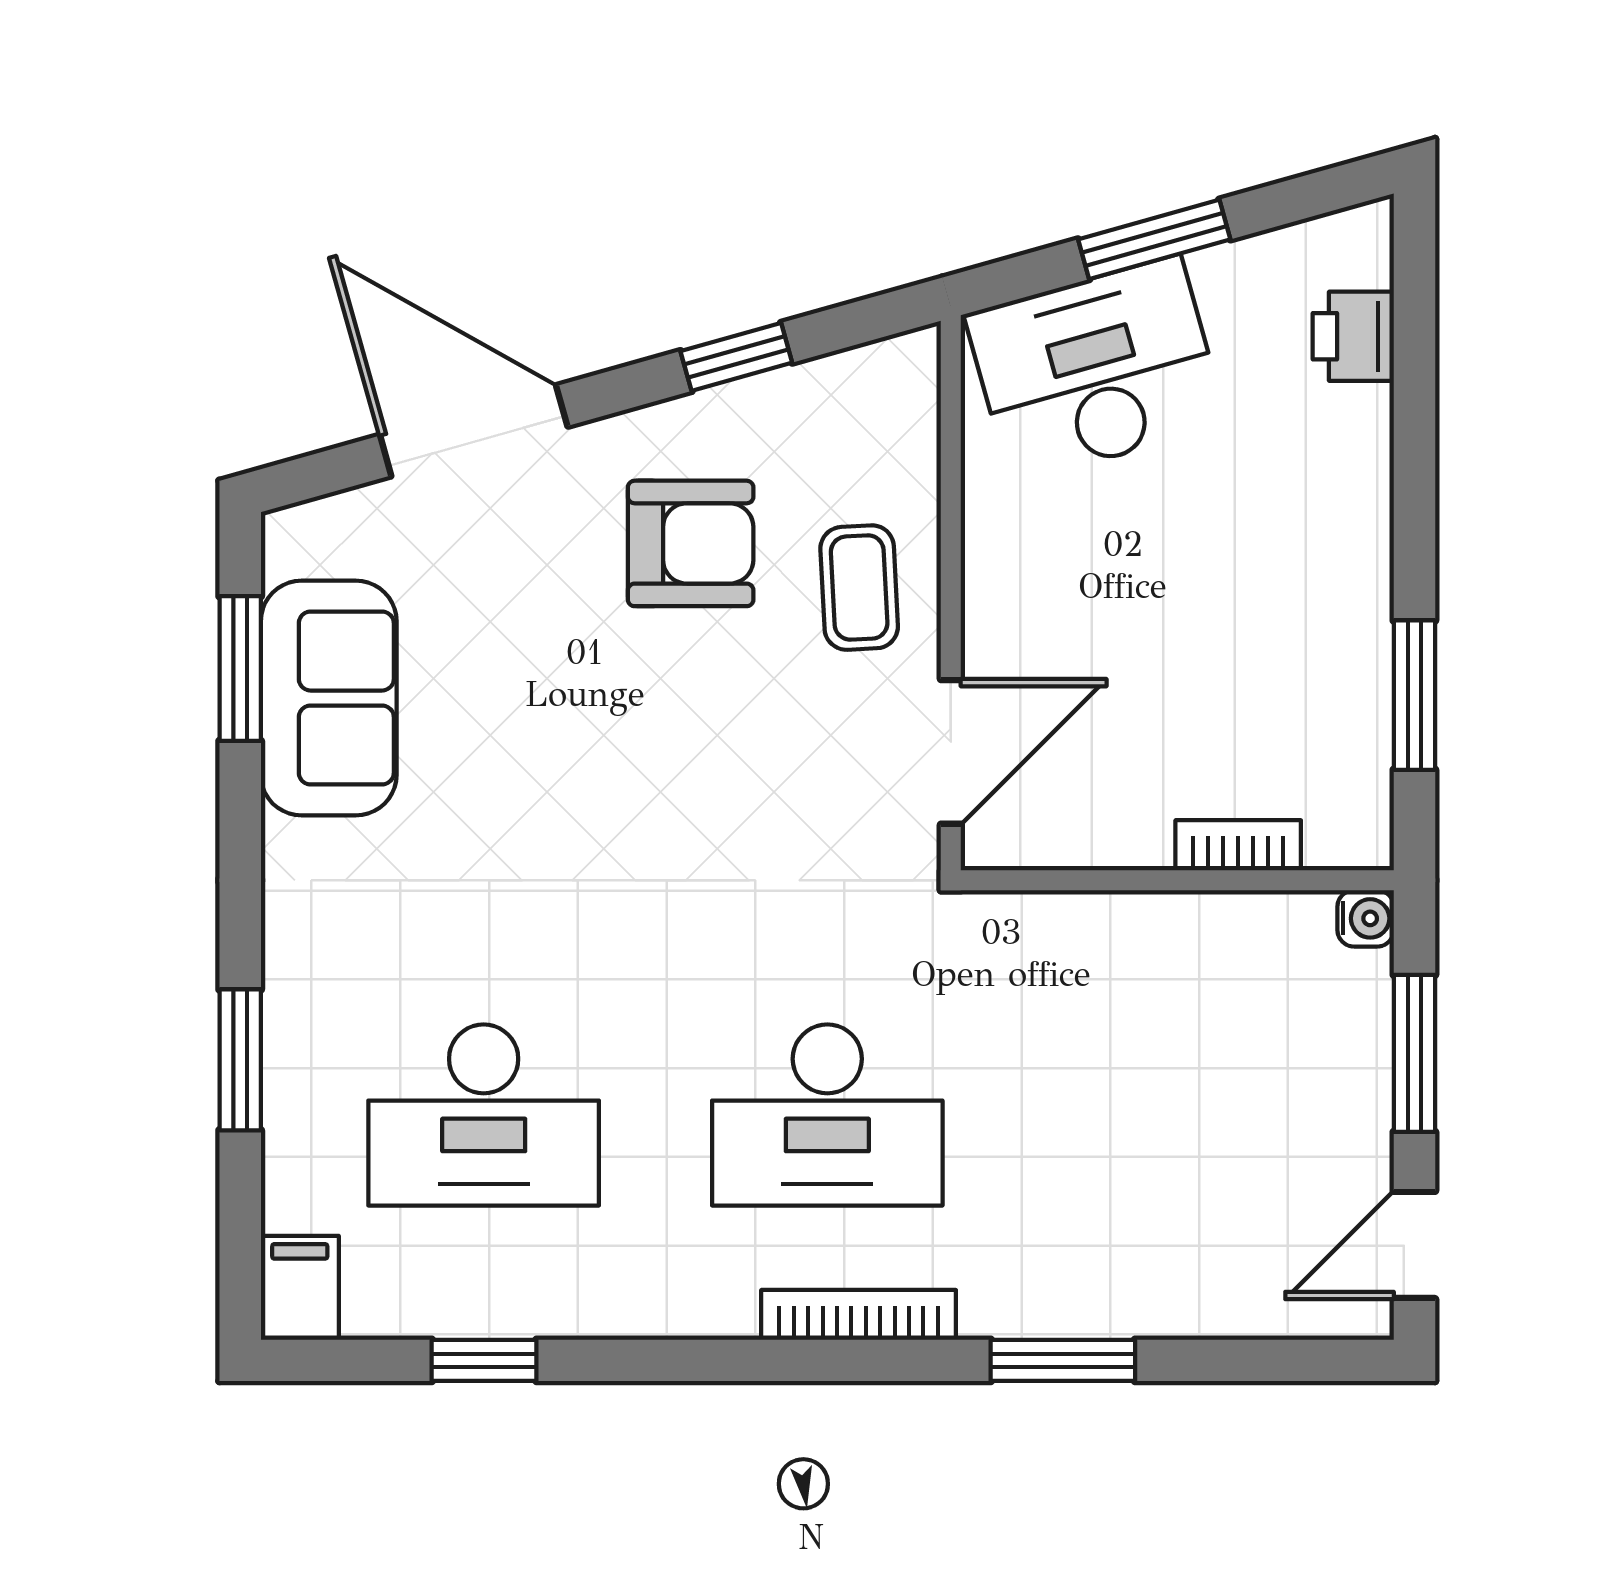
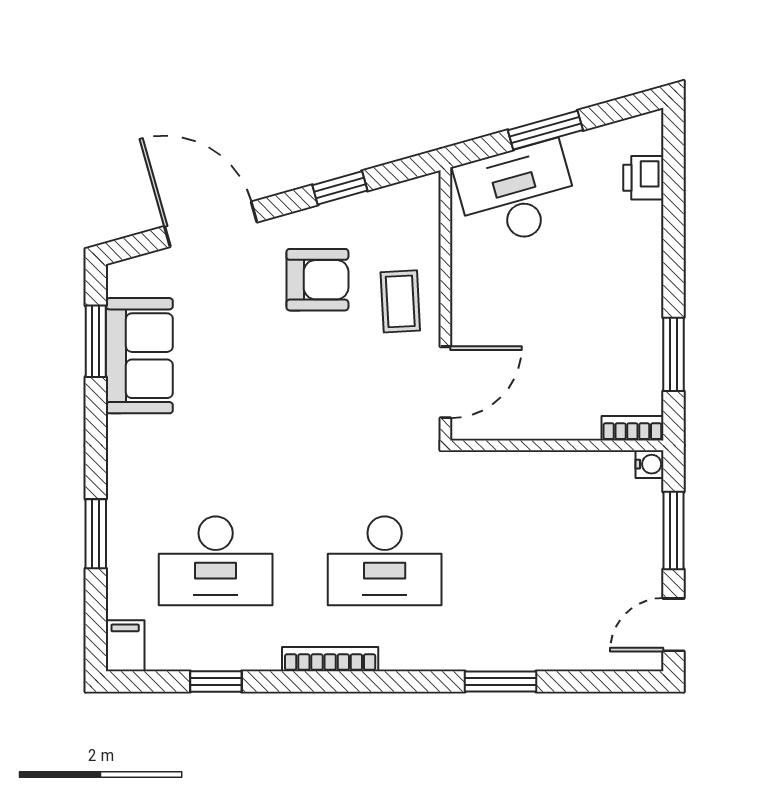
bookcase: (1238, 845) -> (632, 428), moved
bookcase: (859, 1315) -> (330, 659), moved

